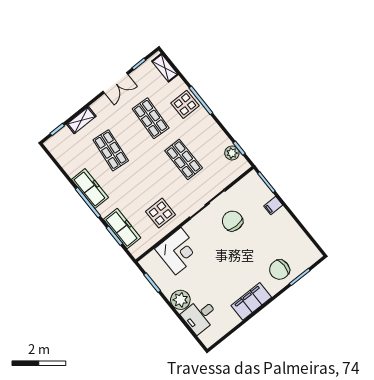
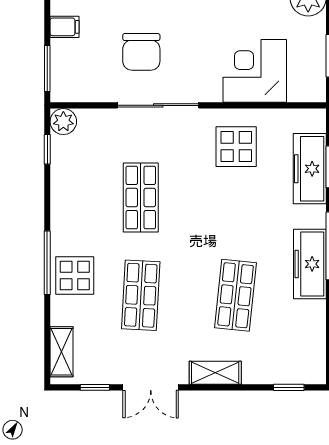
double door: (115, 83) -> (151, 387), swing flipped
shelving: (81, 120) -> (215, 373), moved
plant: (232, 153) -> (63, 122), moved

